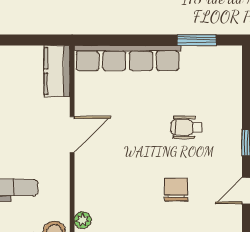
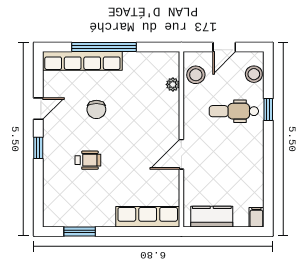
row of seats: (128, 58) -> (148, 217), width x0.73
kitchen counter: (57, 71) -> (212, 217), moved, turned -90

